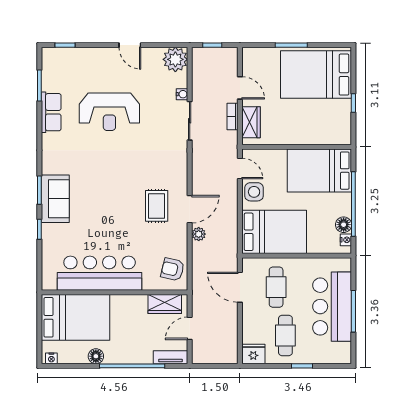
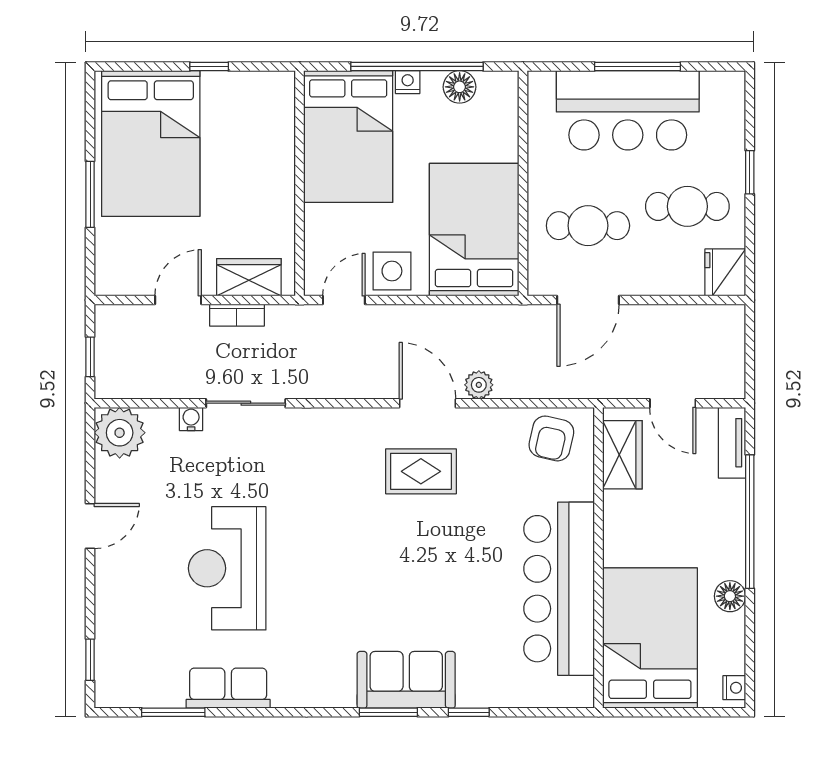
reception desk: (109, 112) -> (227, 568), turned 180
nightstand: (346, 240) -> (408, 82), moved

